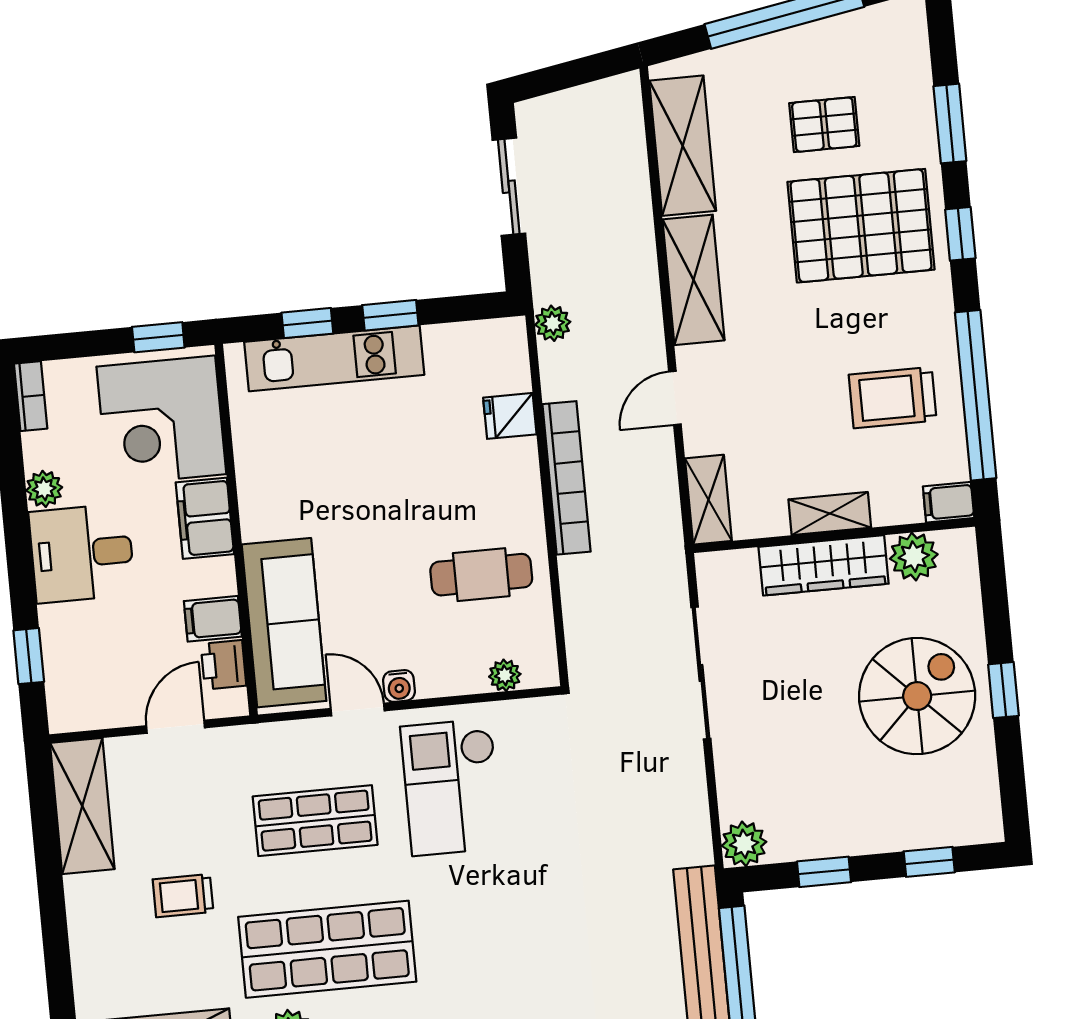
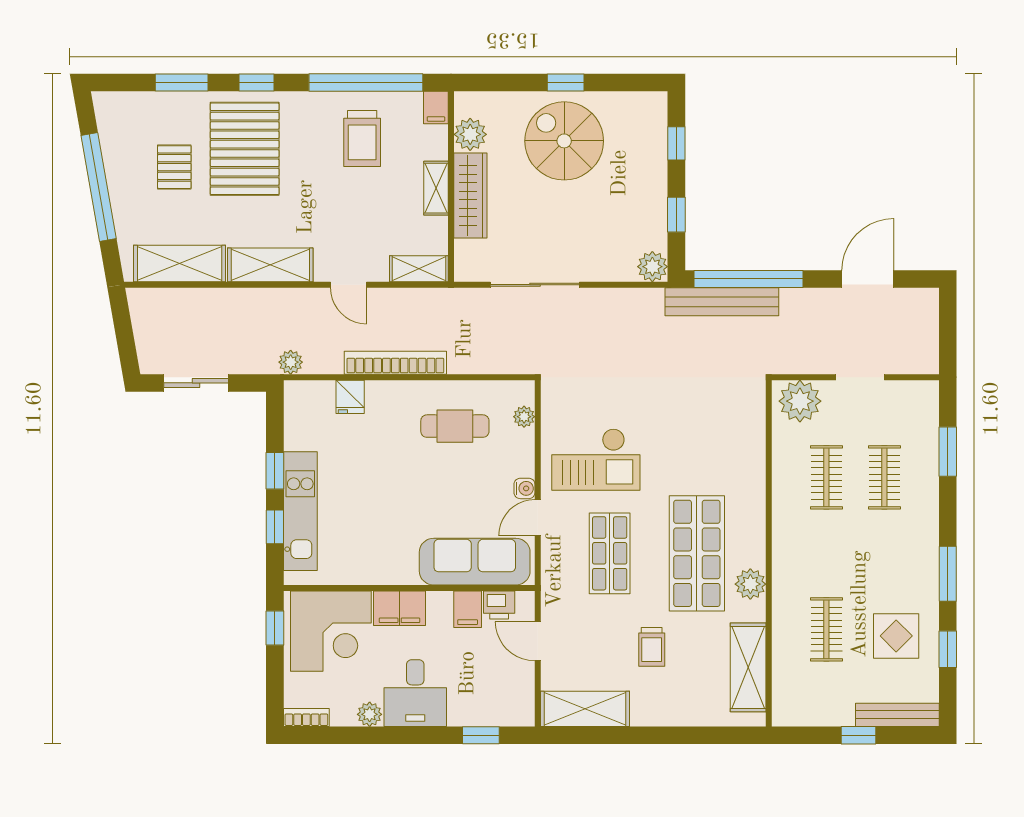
cafe table: (481, 575) -> (455, 426), turned 90

